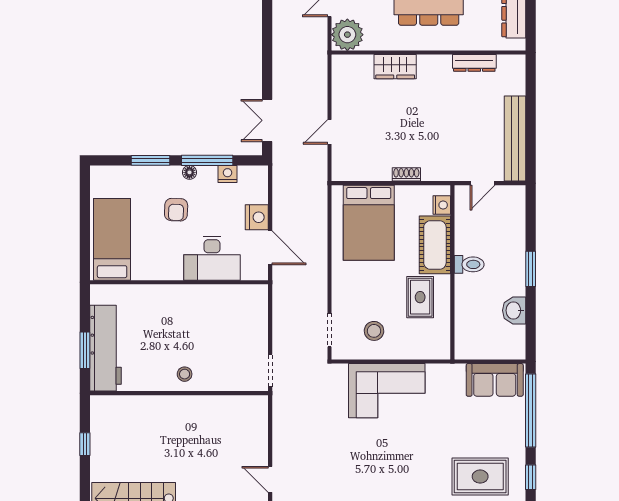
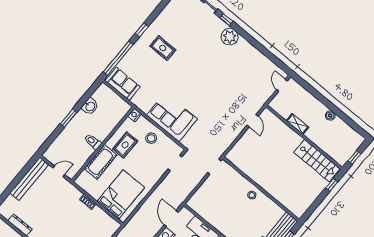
nightstand: (442, 205) -> (135, 115), moved
stool: (374, 331) -> (151, 138), moved
window: (85, 444) -> (332, 185), moved
rug: (480, 477) -> (163, 48), width x0.73, depth x0.70

